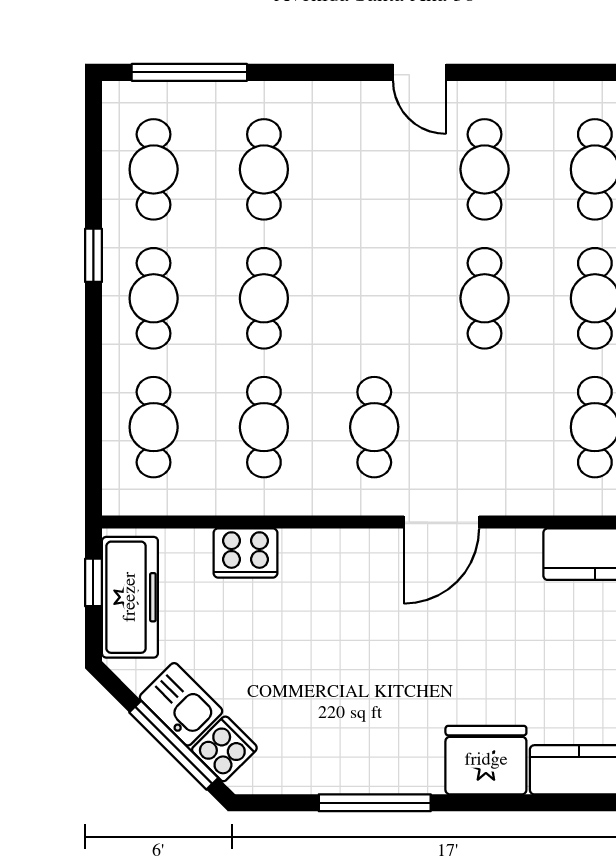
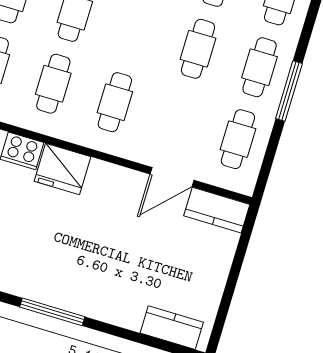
door: (442, 522) -> (172, 177), moved
fridge: (486, 760) -> (63, 169), moved, turned 180

